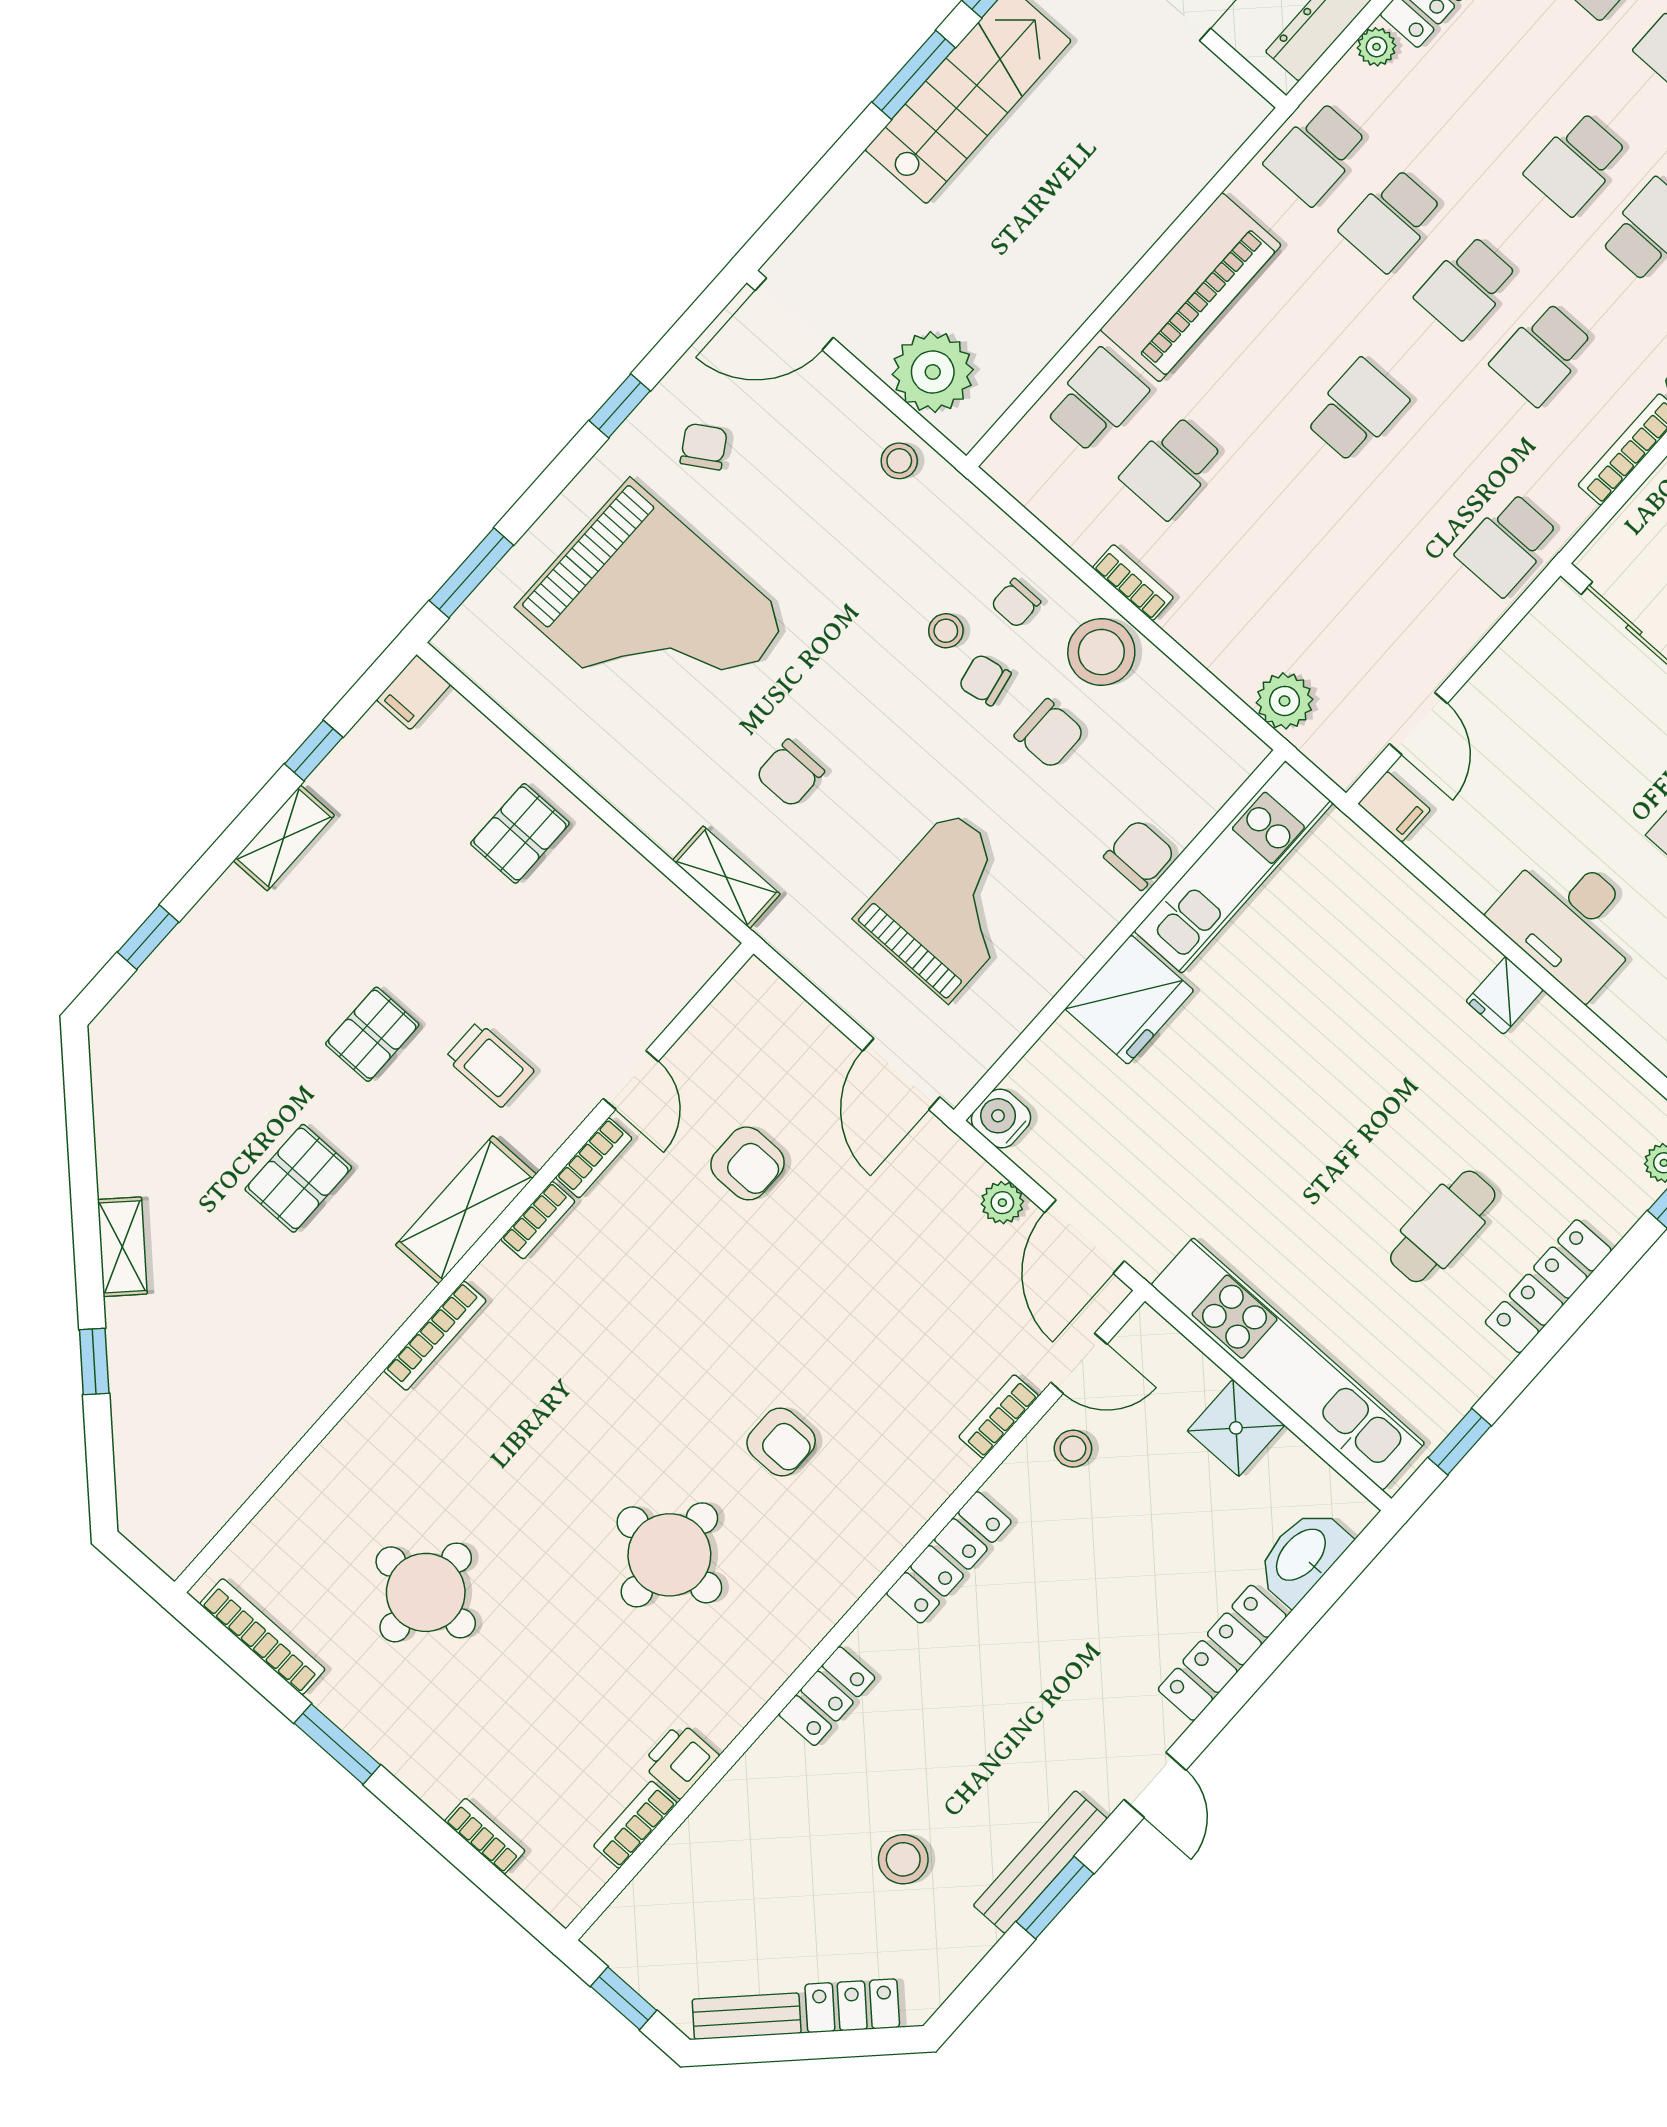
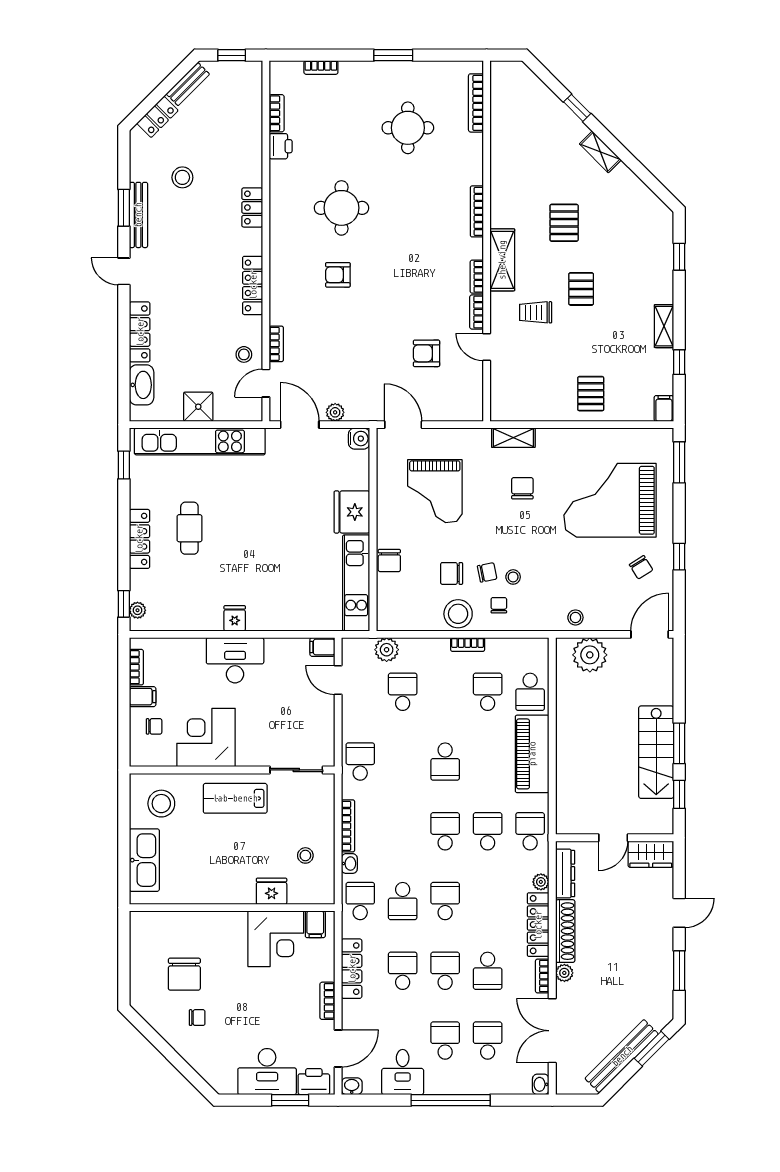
school desk: (1542, 354) -> (403, 692), moved
bookcase: (262, 1637) -> (476, 103), moved, turned 90

